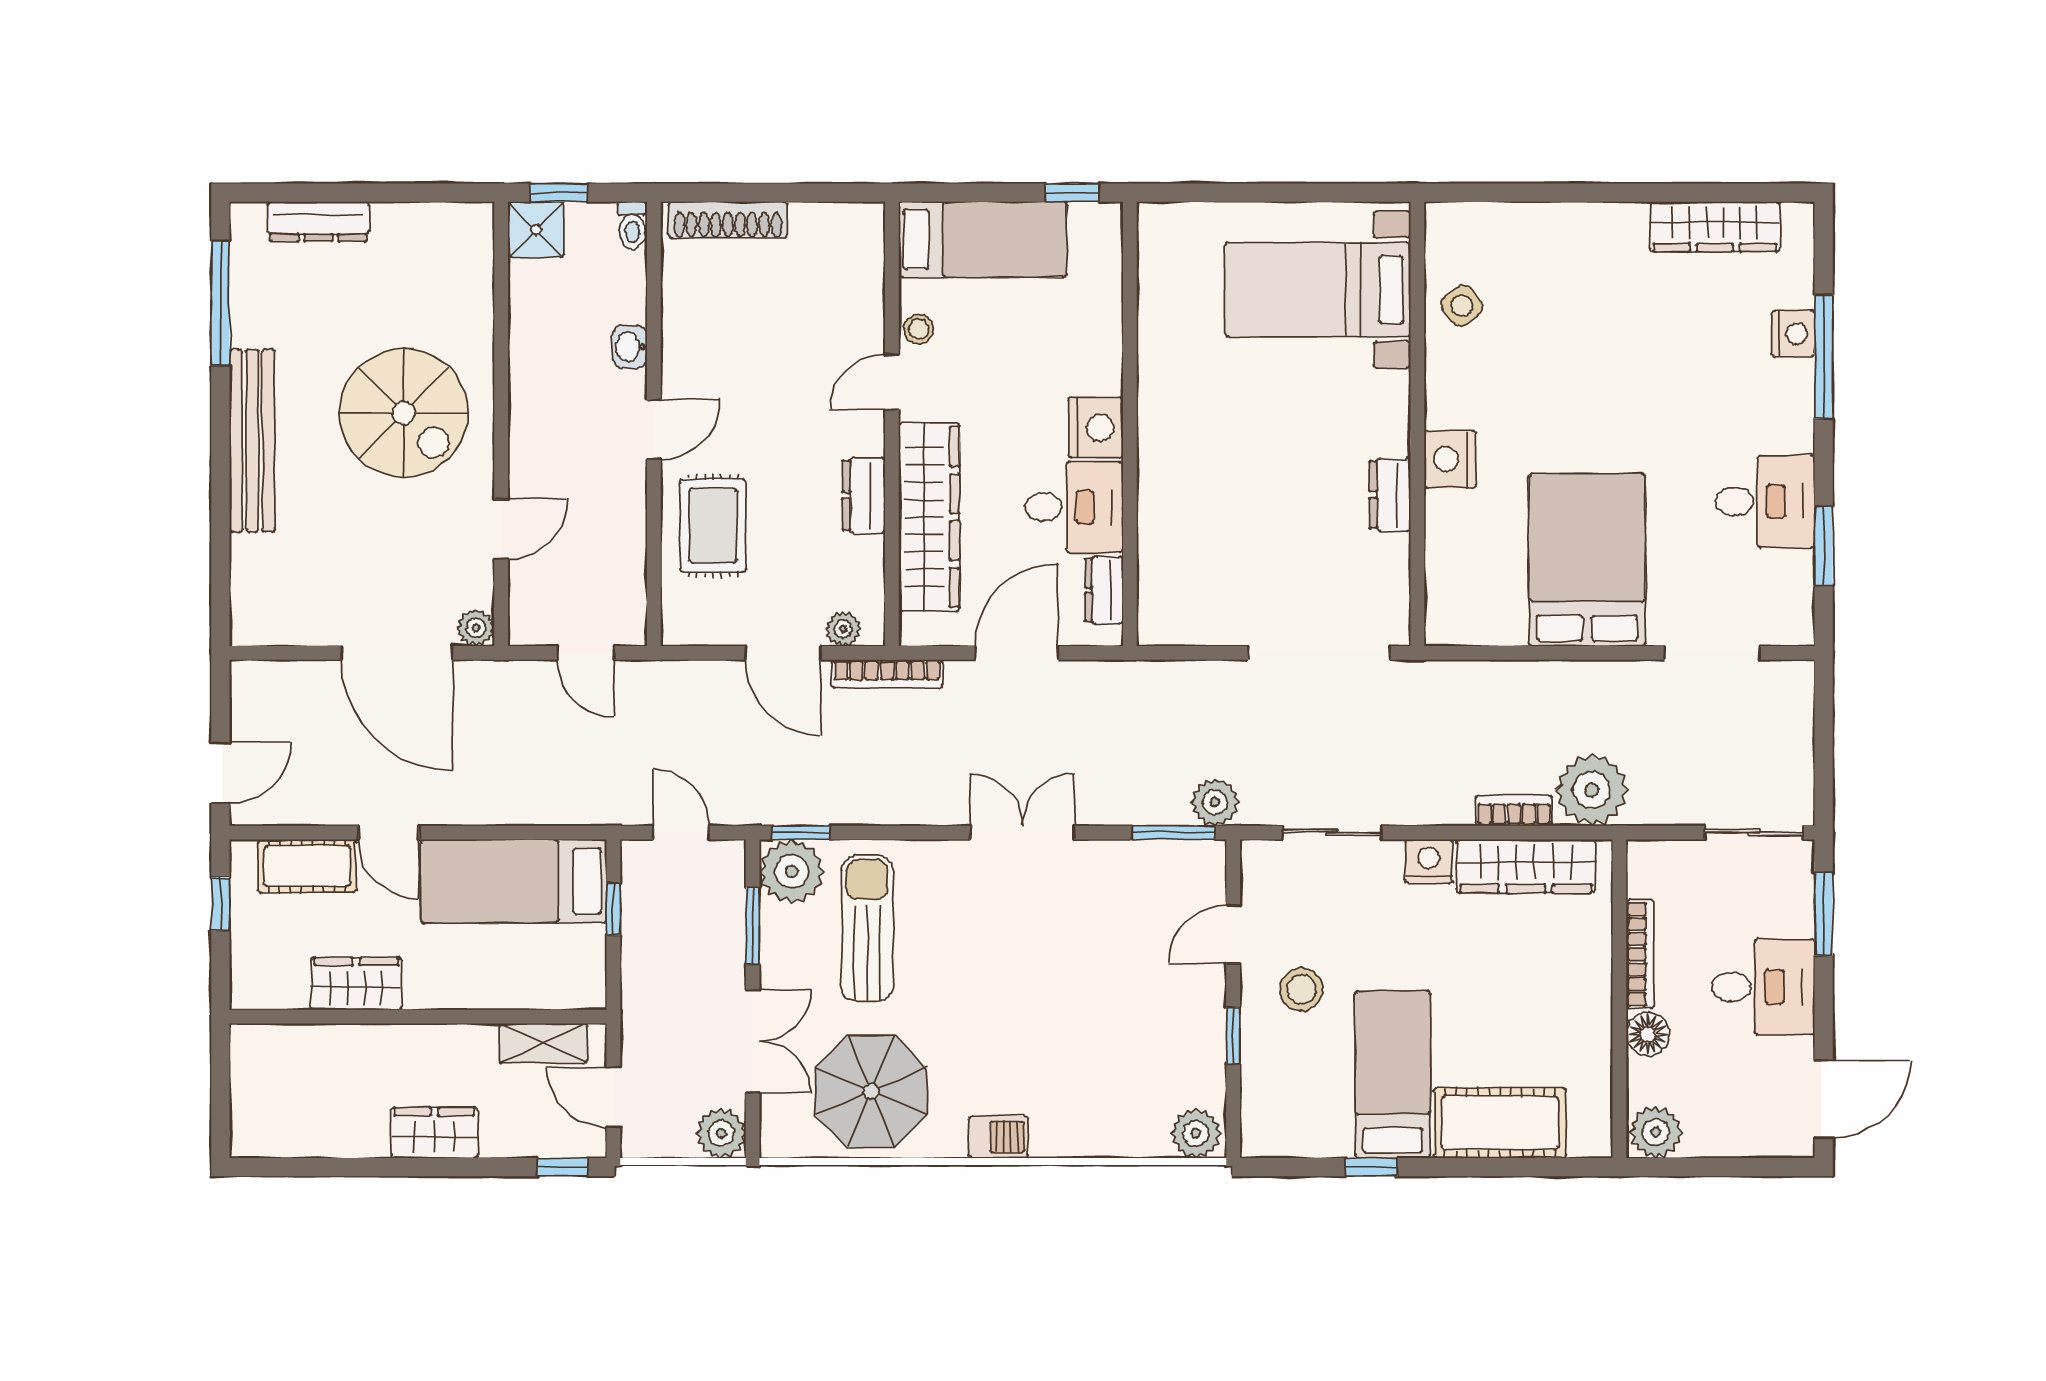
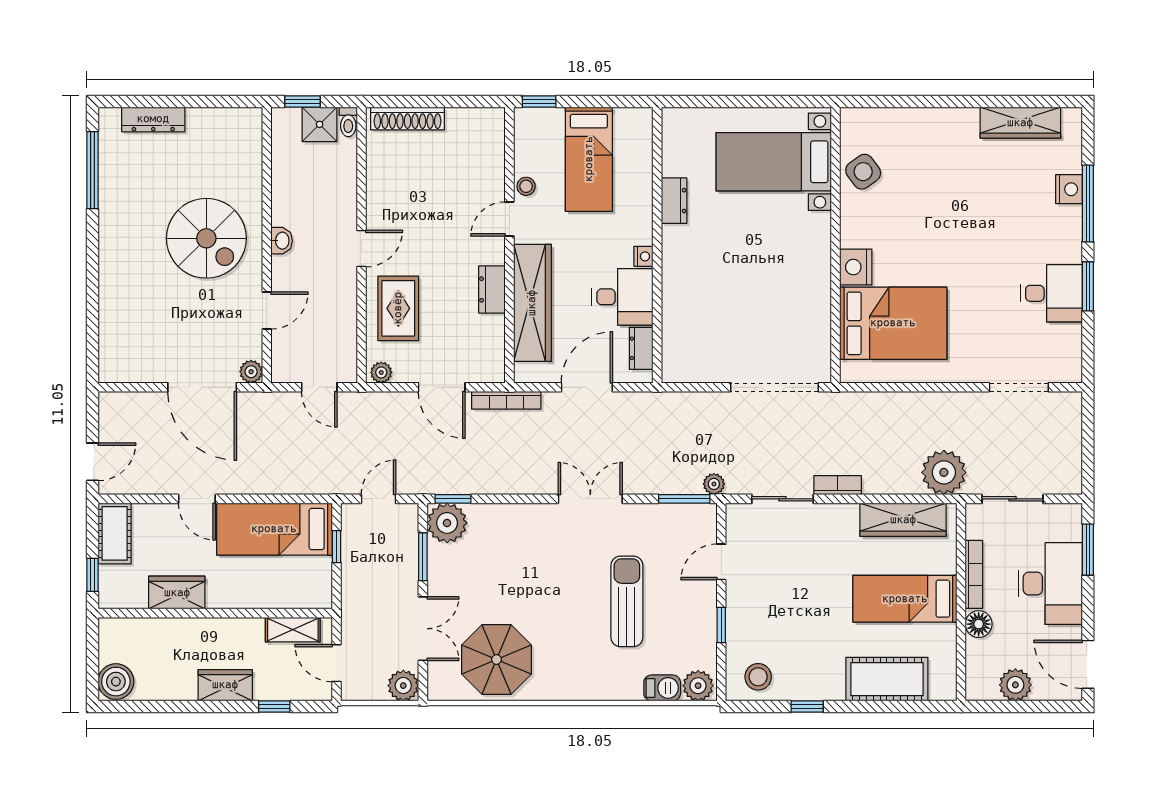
window: (1072, 193) -> (539, 101), moved
shower: (536, 229) -> (320, 124), moved
bed: (983, 239) -> (589, 159), moved, turned 90
side table: (1462, 306) -> (863, 172), width x1.37, depth x1.37
washbasin: (630, 347) -> (282, 241), moved, turned 180
nightstand: (1096, 428) -> (643, 256), width x0.53, depth x0.56
bench: (252, 441) -> (112, 255), removed
dresser: (1390, 495) -> (674, 201), moved, turned 180
window: (1824, 546) -> (1088, 286), moved
bed: (1587, 560) -> (893, 323), moved, turned 90
plant: (843, 629) -> (381, 372), moved
plant: (1215, 802) -> (714, 484), width x0.73, depth x0.73
bookcase: (1514, 810) -> (838, 485), moved
door: (681, 833) -> (378, 499), hinge flipped
sliding door: (1754, 833) -> (1013, 499), moved
nightstand: (1429, 861) -> (843, 517), removed
cot: (307, 866) -> (115, 533), moved, turned 90
window: (220, 904) -> (92, 575), moved
sun lounger: (867, 928) -> (627, 601), moved
desk: (1763, 987) -> (1050, 584), width x1.37
stool: (1302, 989) -> (758, 677), moved
bed: (1393, 1074) -> (905, 599), moved, turned -90
door: (1824, 1099) -> (1088, 664), swing flipped
boiler: (258, 1127) -> (116, 682), added
plant: (1656, 1132) -> (1015, 685), moved
barbecue: (998, 1137) -> (662, 688), moved
window: (563, 1167) -> (274, 707), moved

